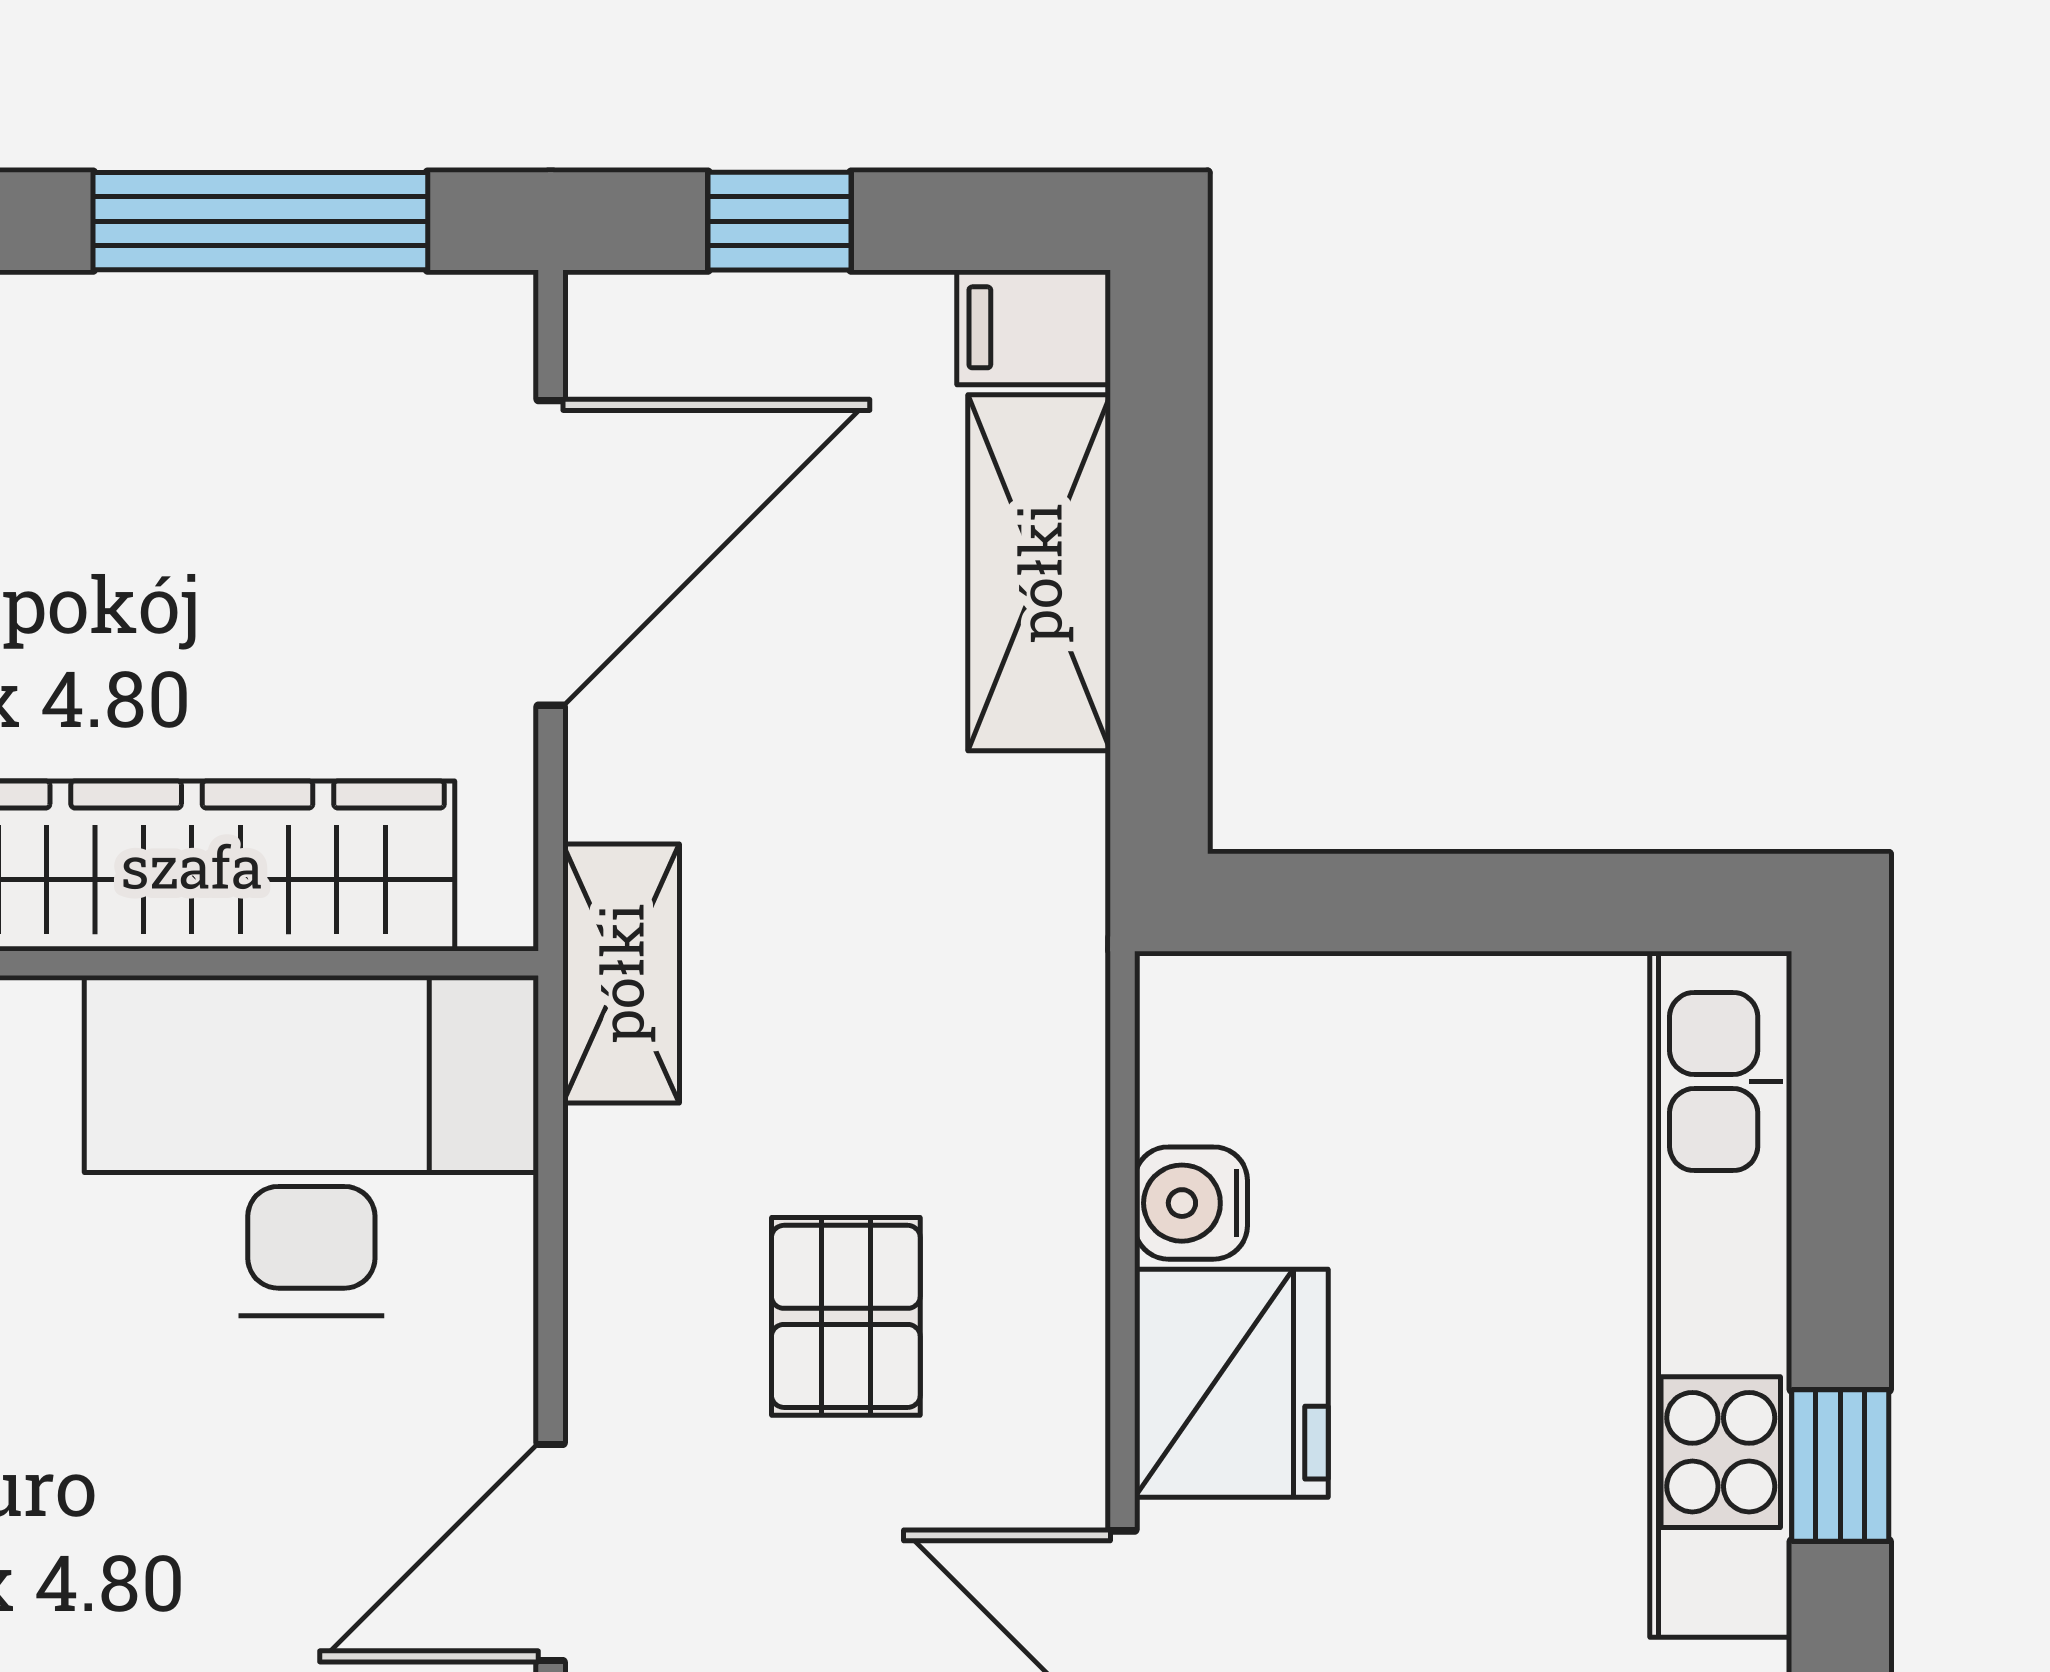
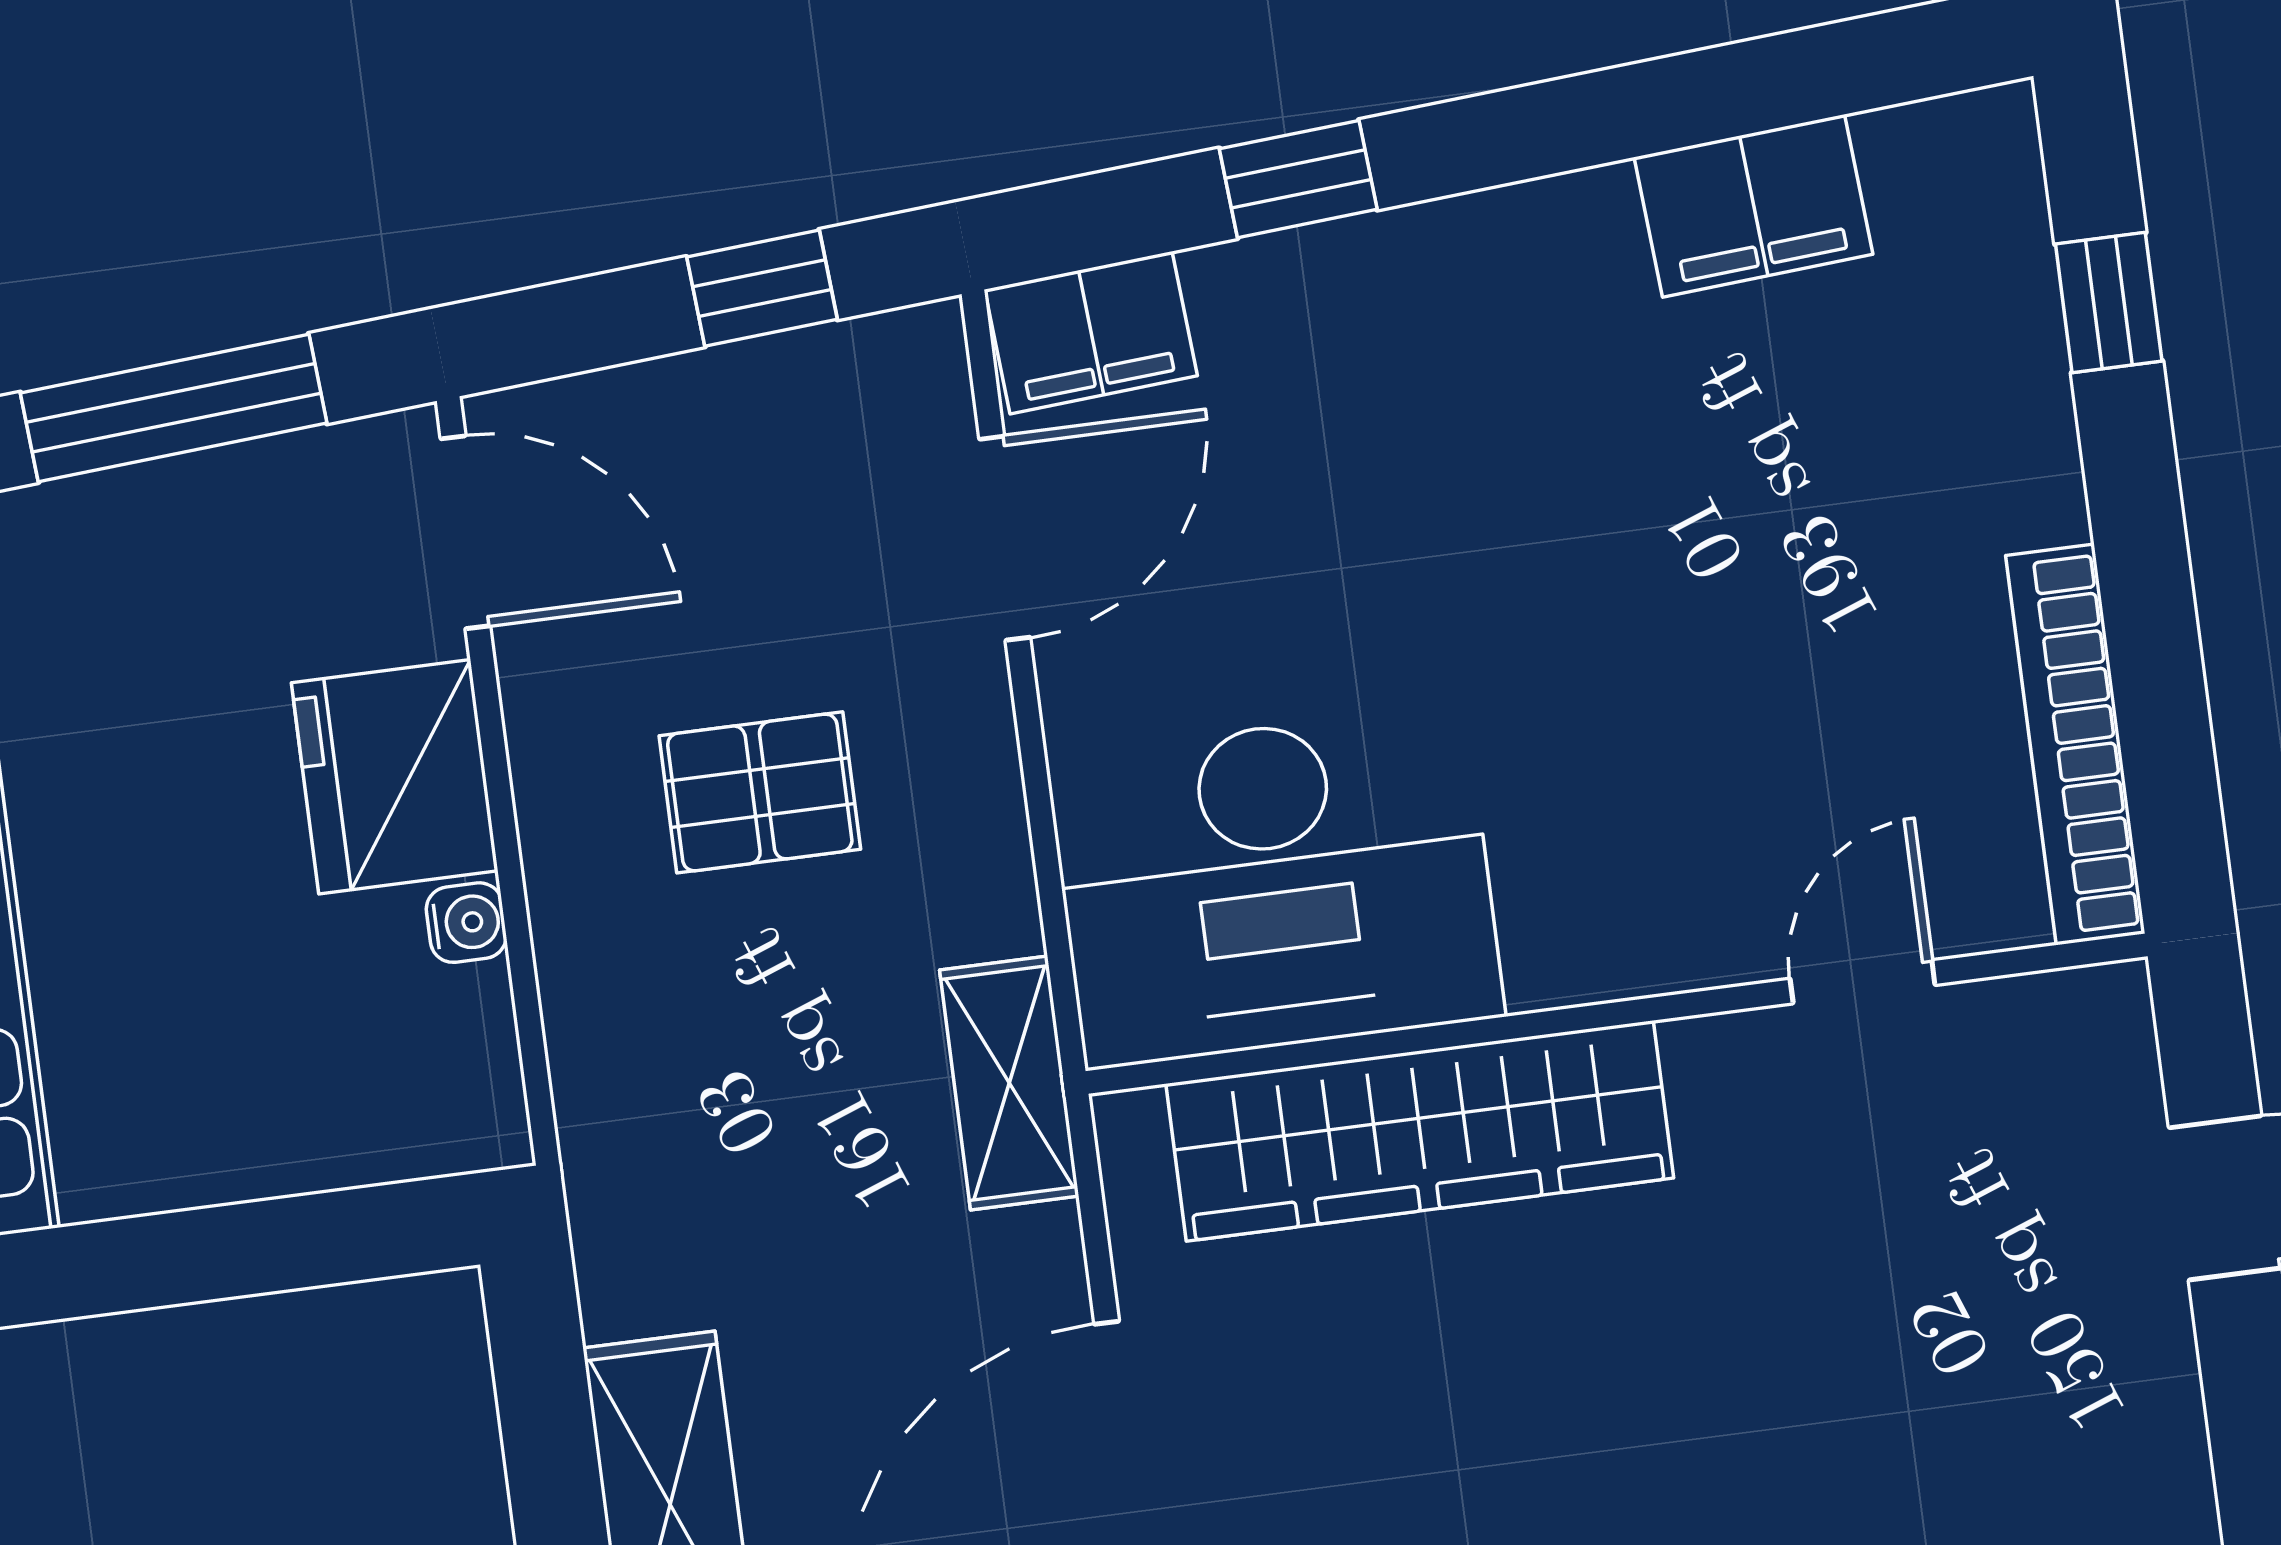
water cooler: (1191, 1203) -> (466, 923), width x0.72, depth x0.72
pallet: (846, 1316) -> (760, 792), turned 90

